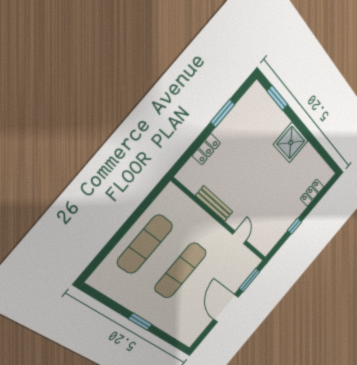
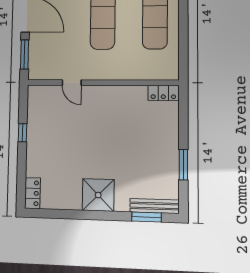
locker: (206, 149) -> (163, 93), moved, turned -90
locker: (312, 193) -> (32, 193), moved
bench: (214, 204) -> (154, 206), moved

